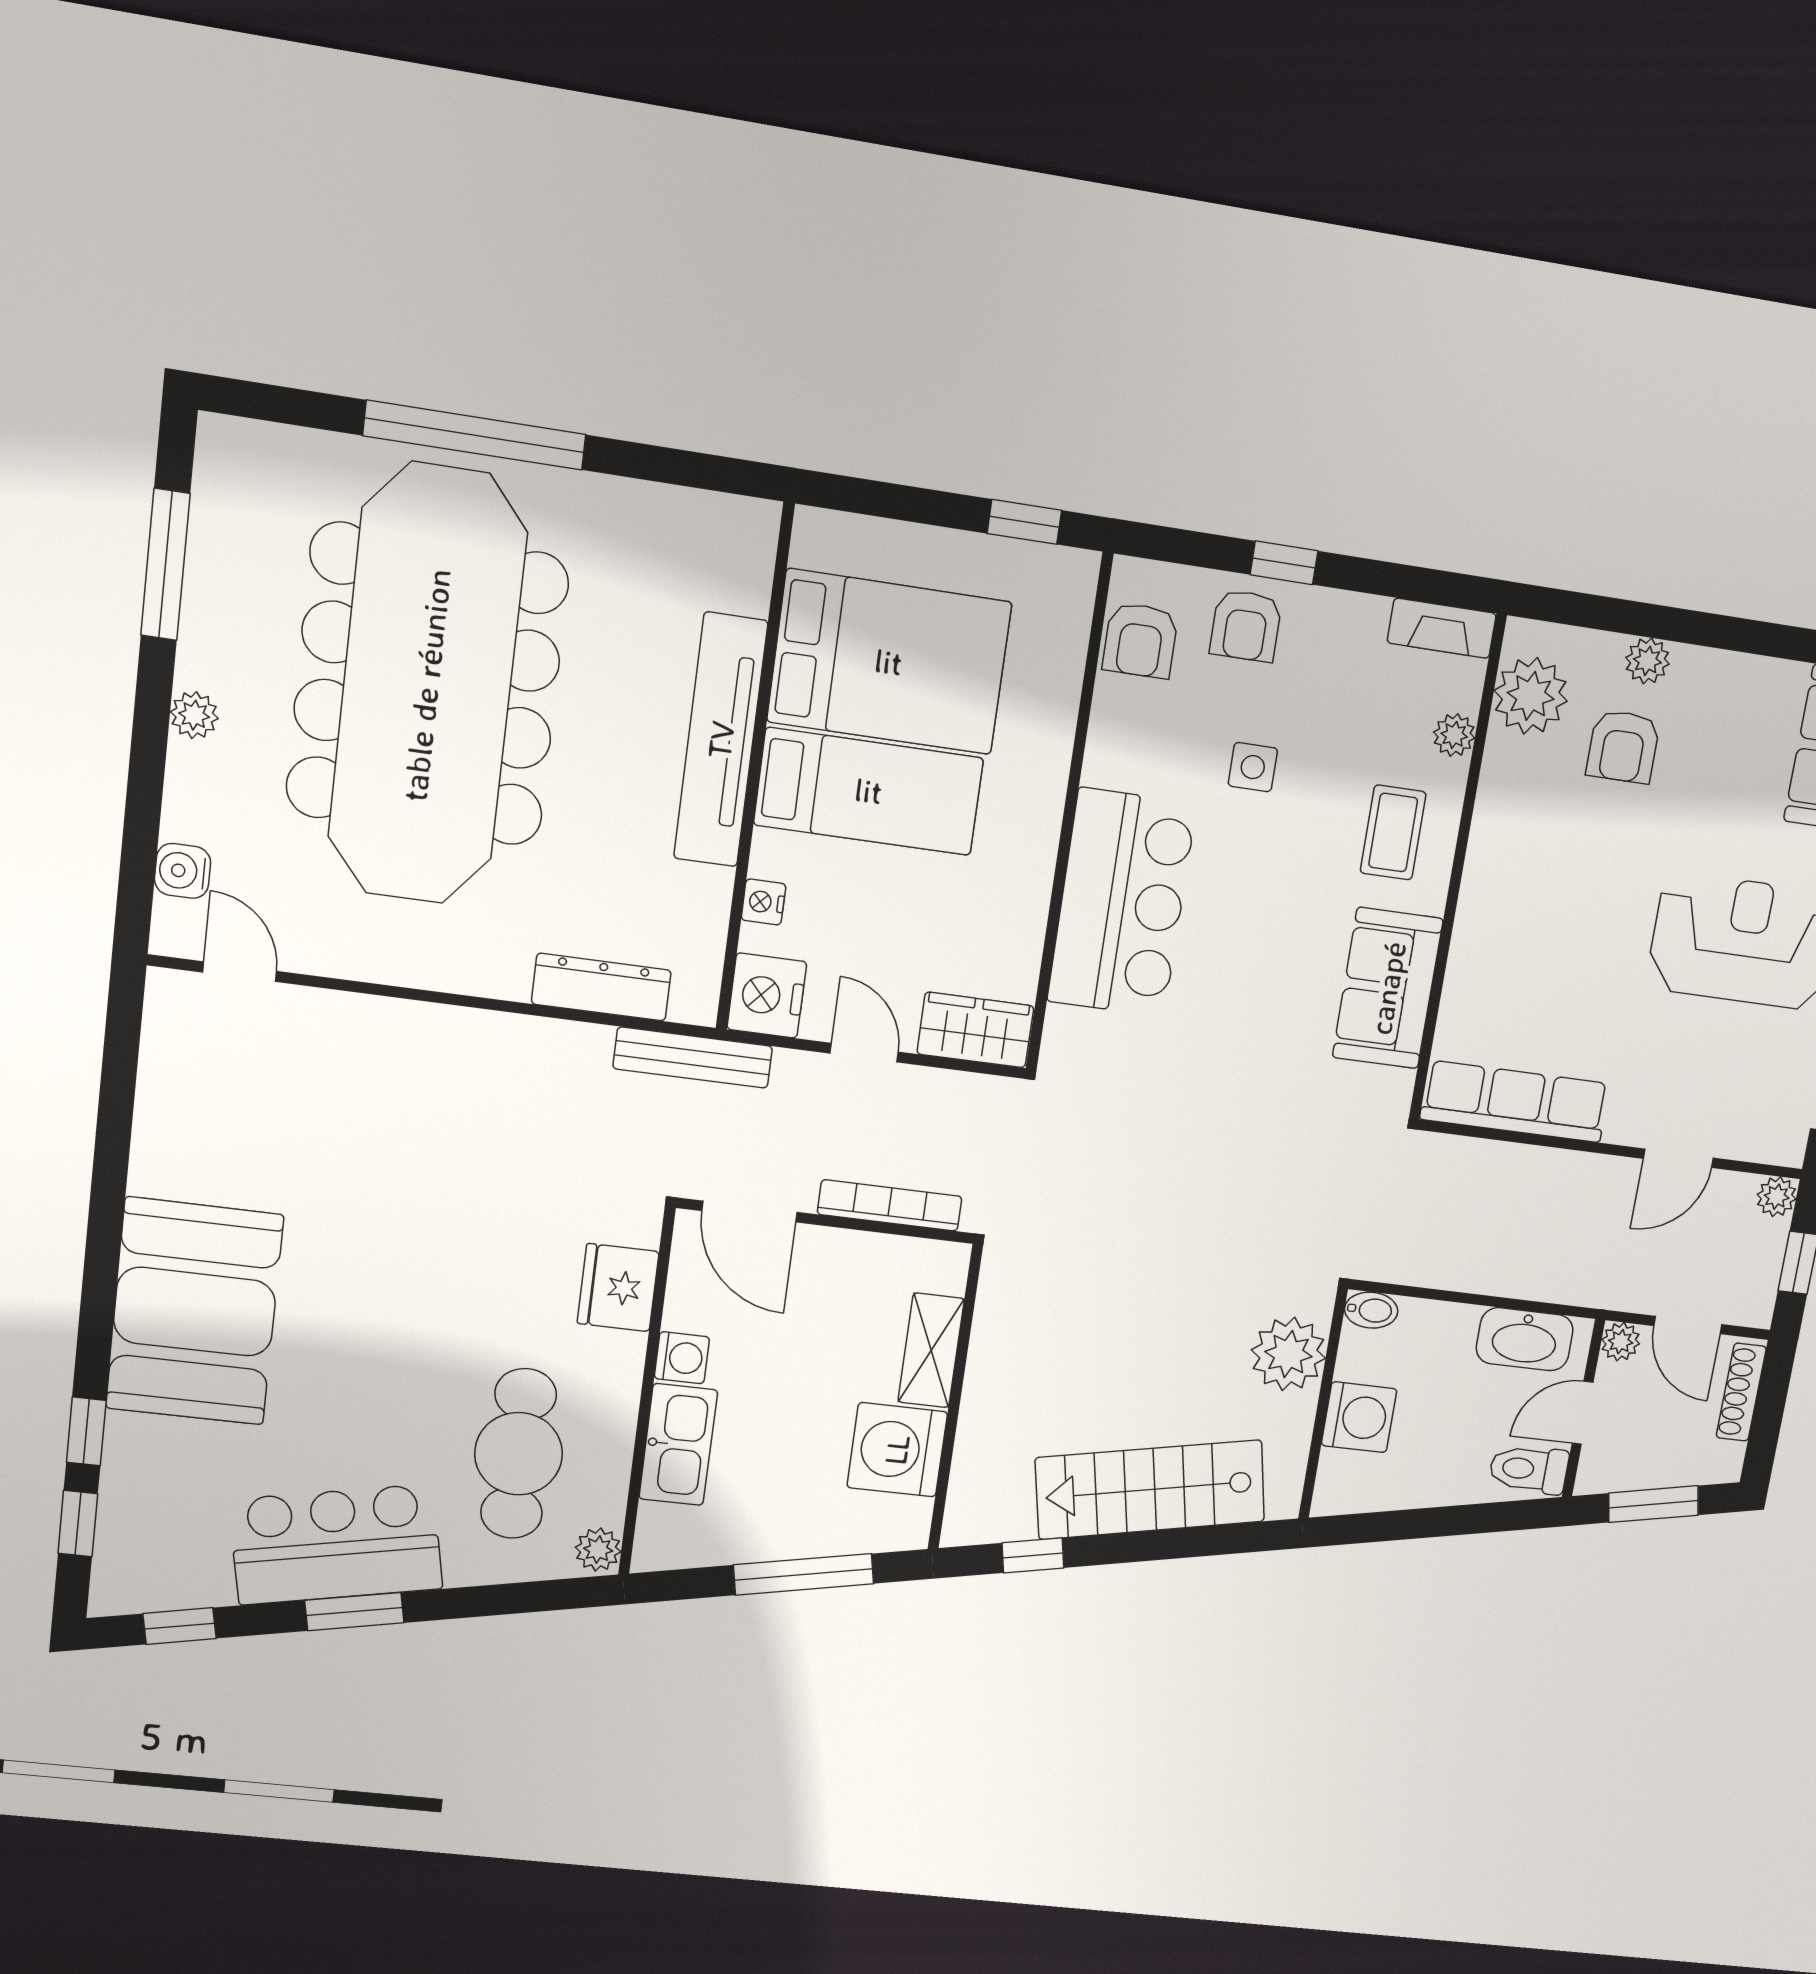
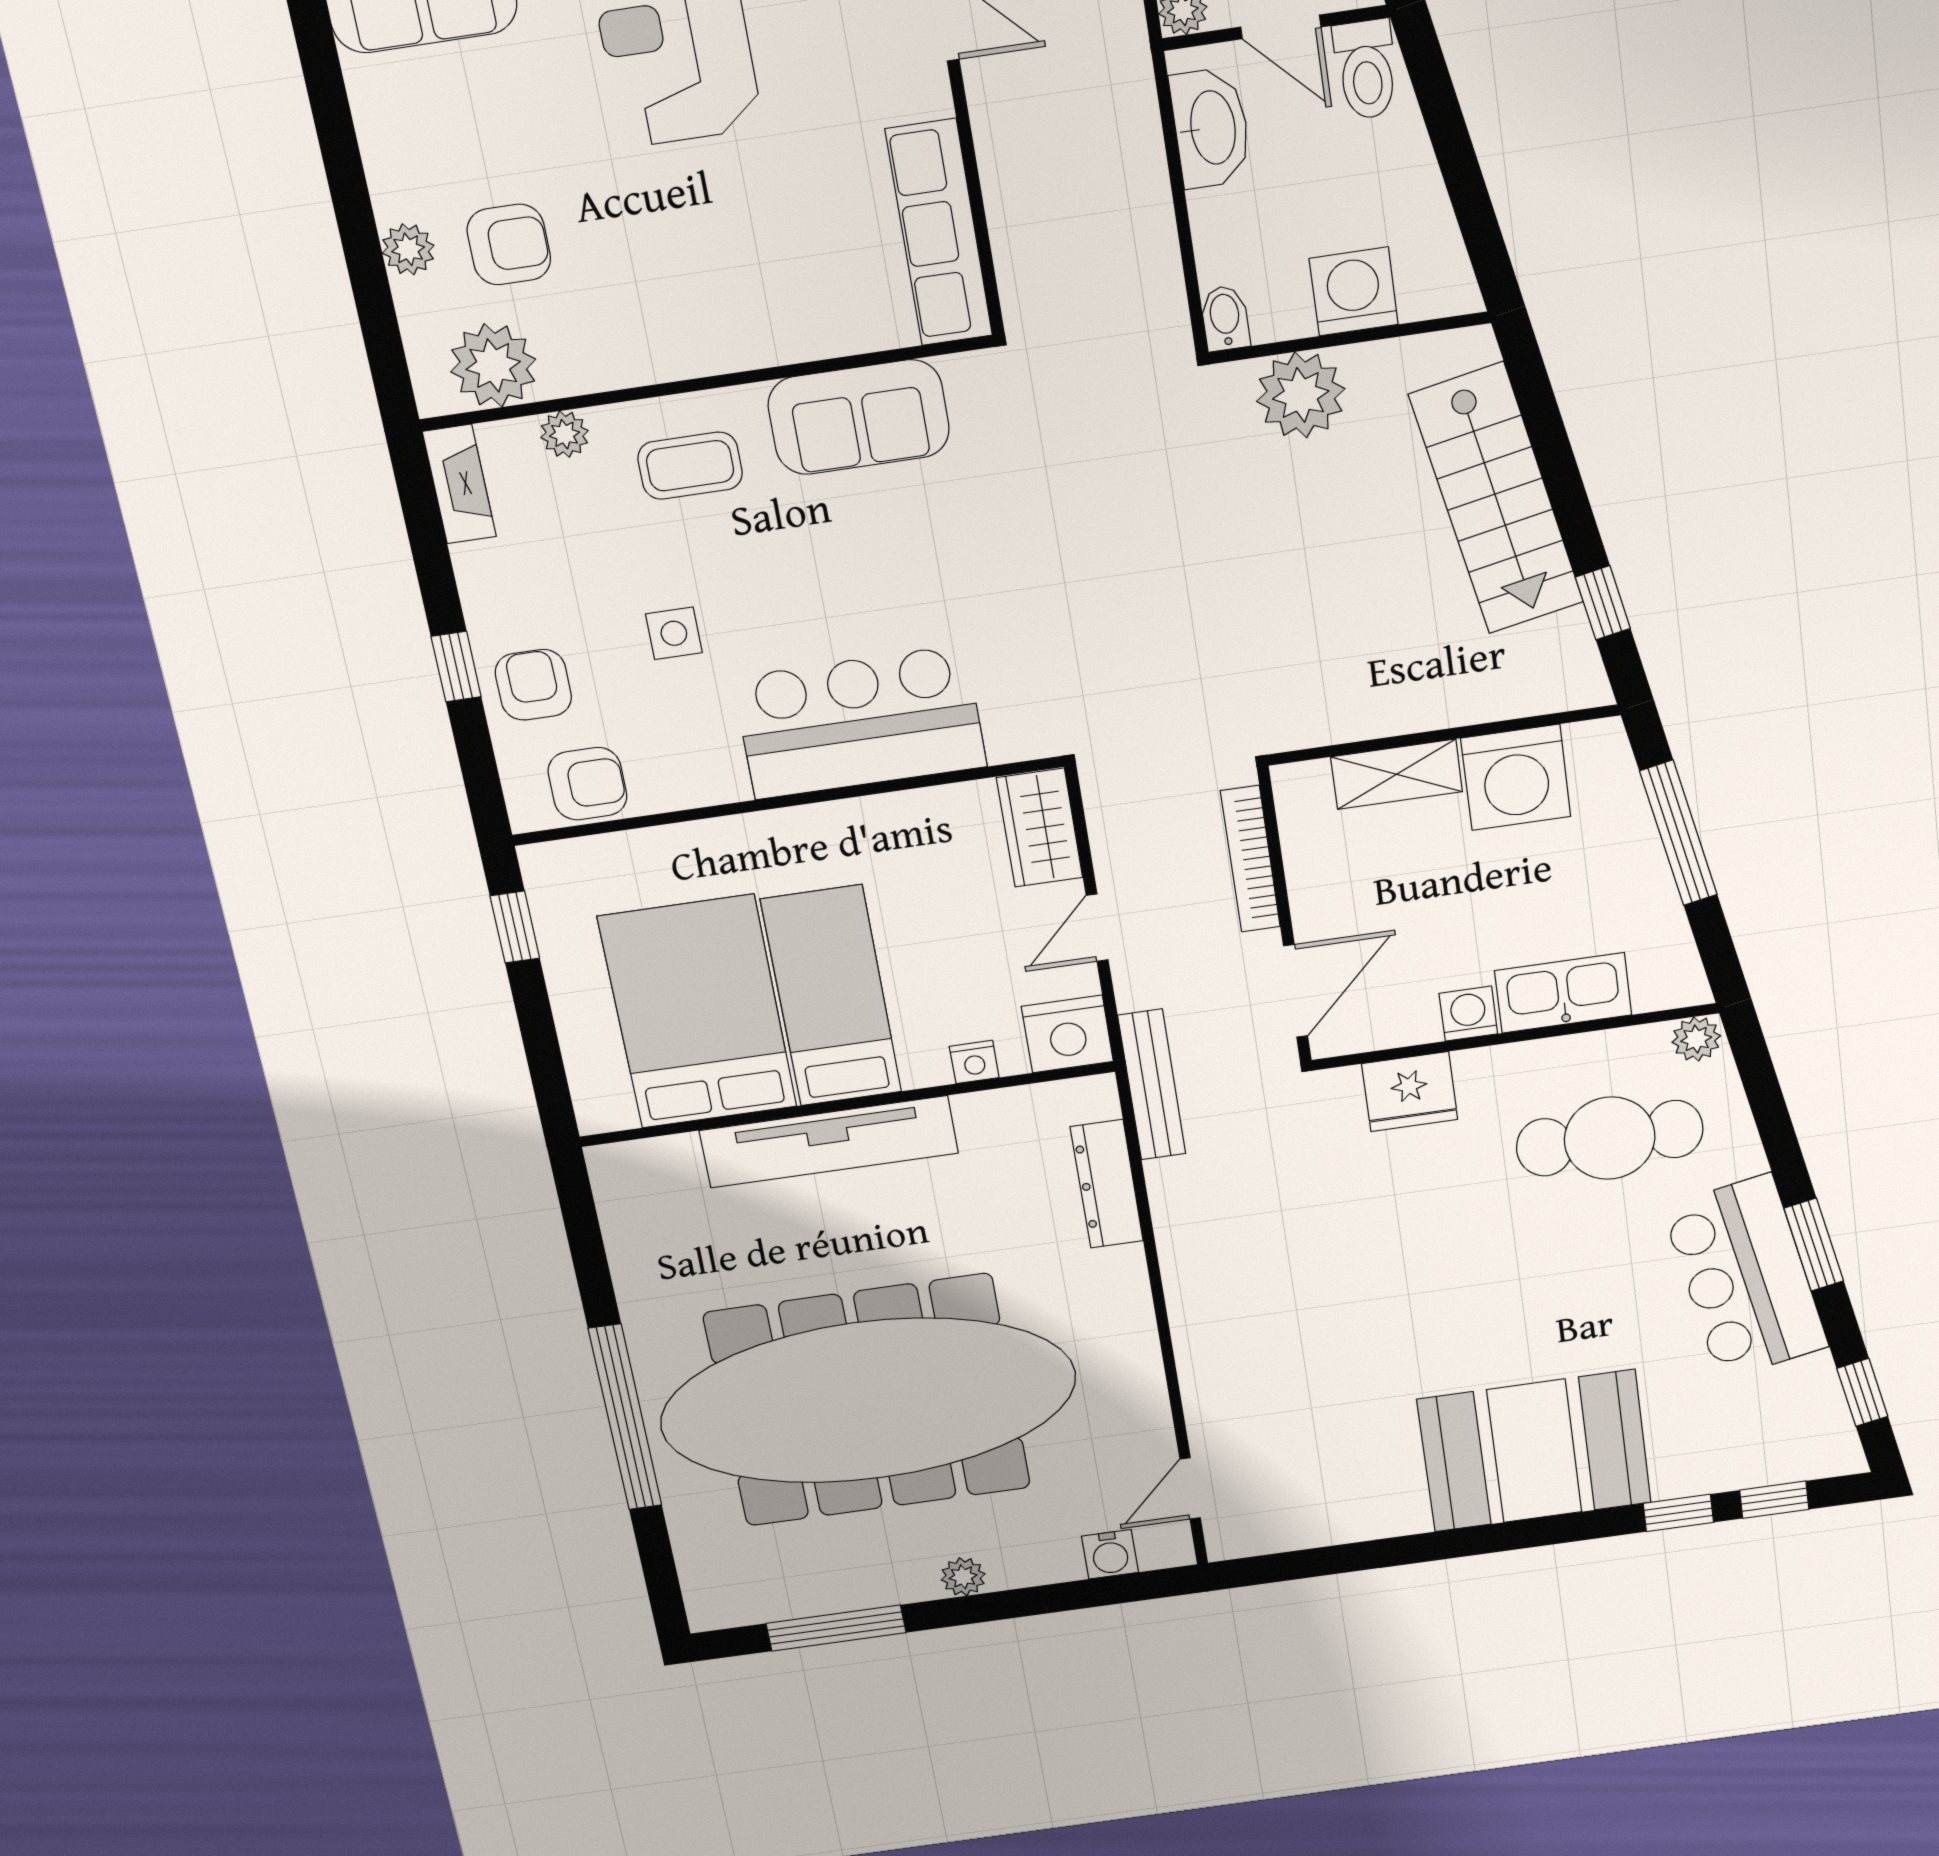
armchair: (1246, 626) -> (533, 685), turned -90

